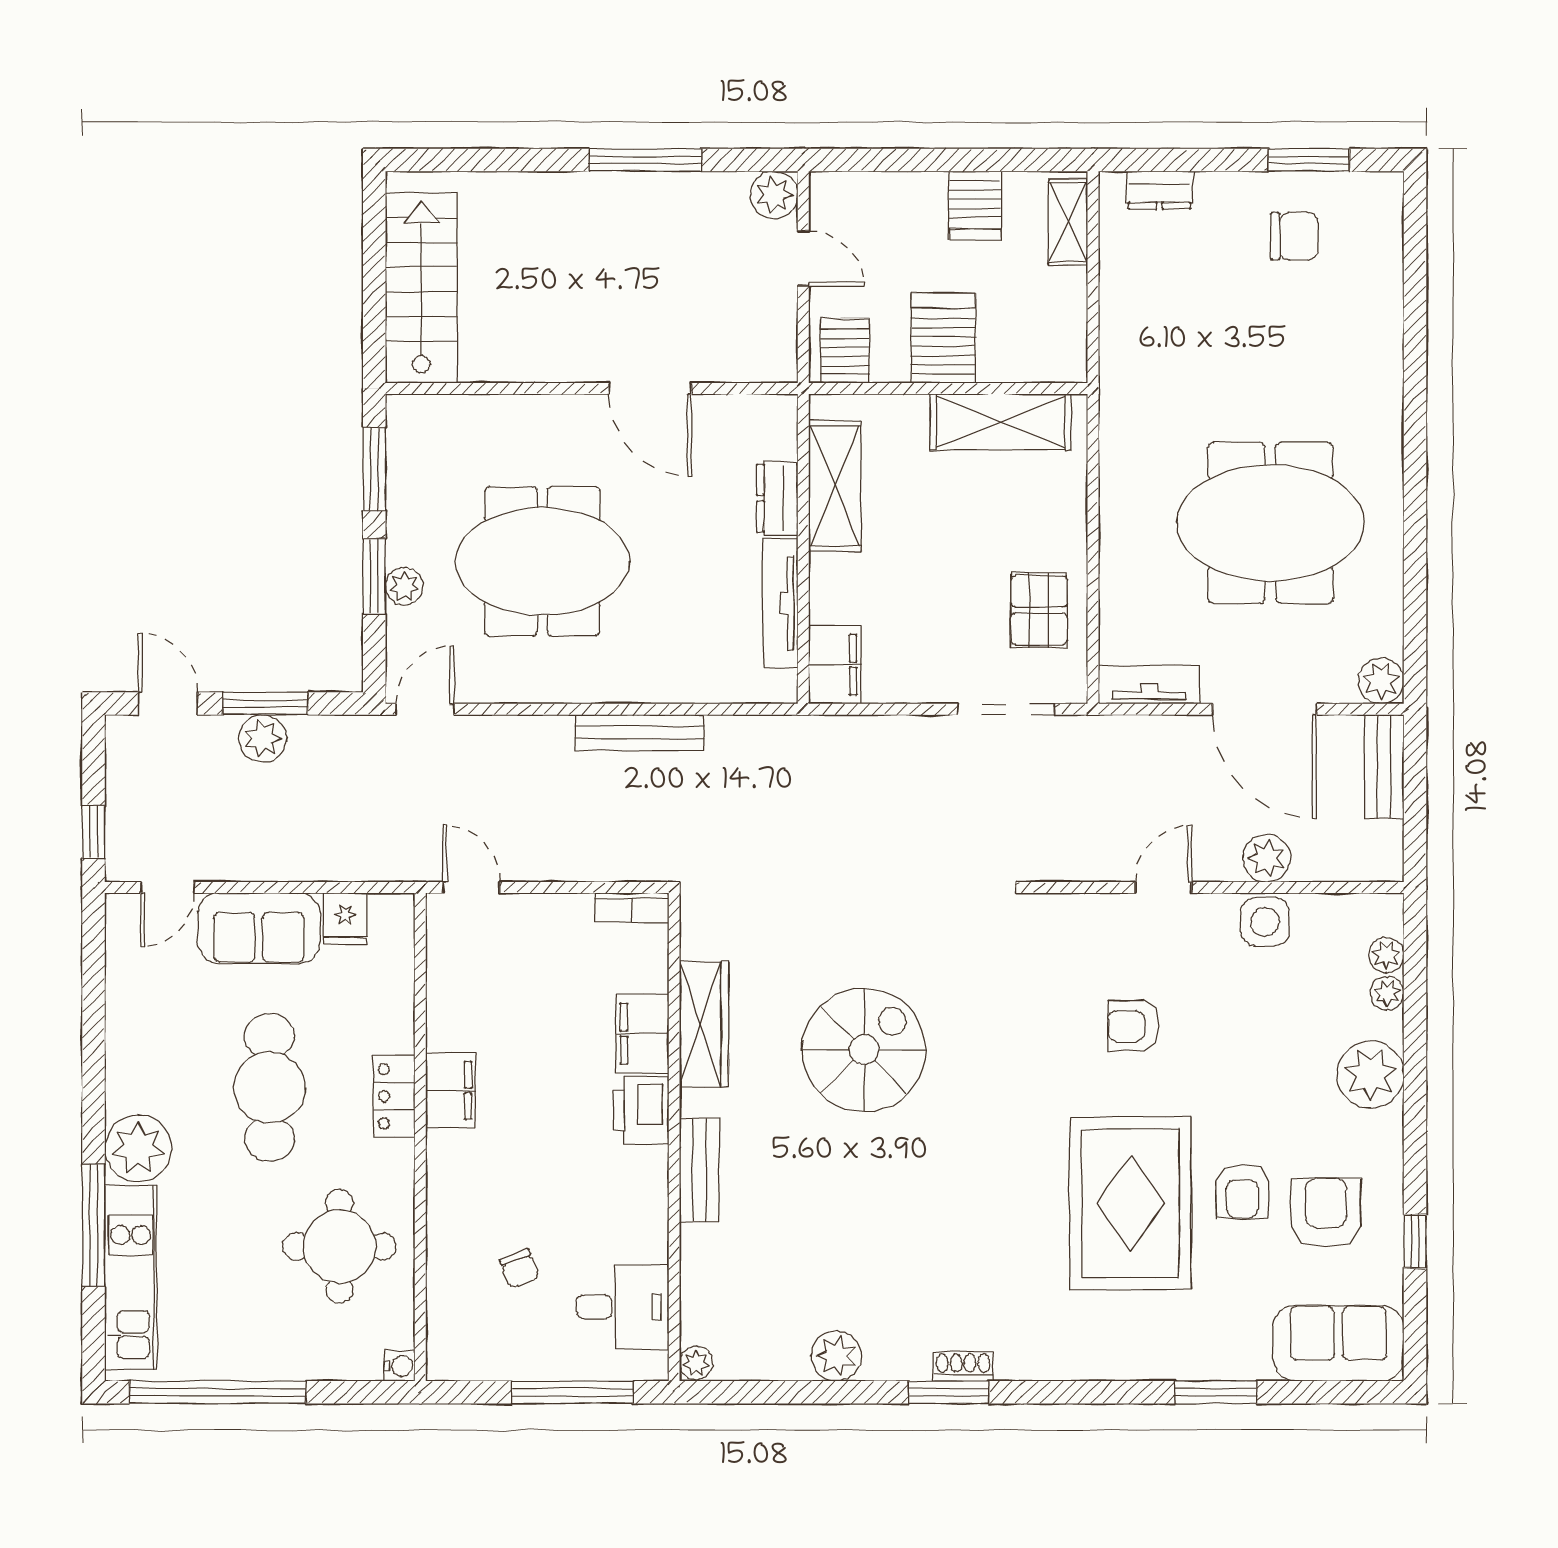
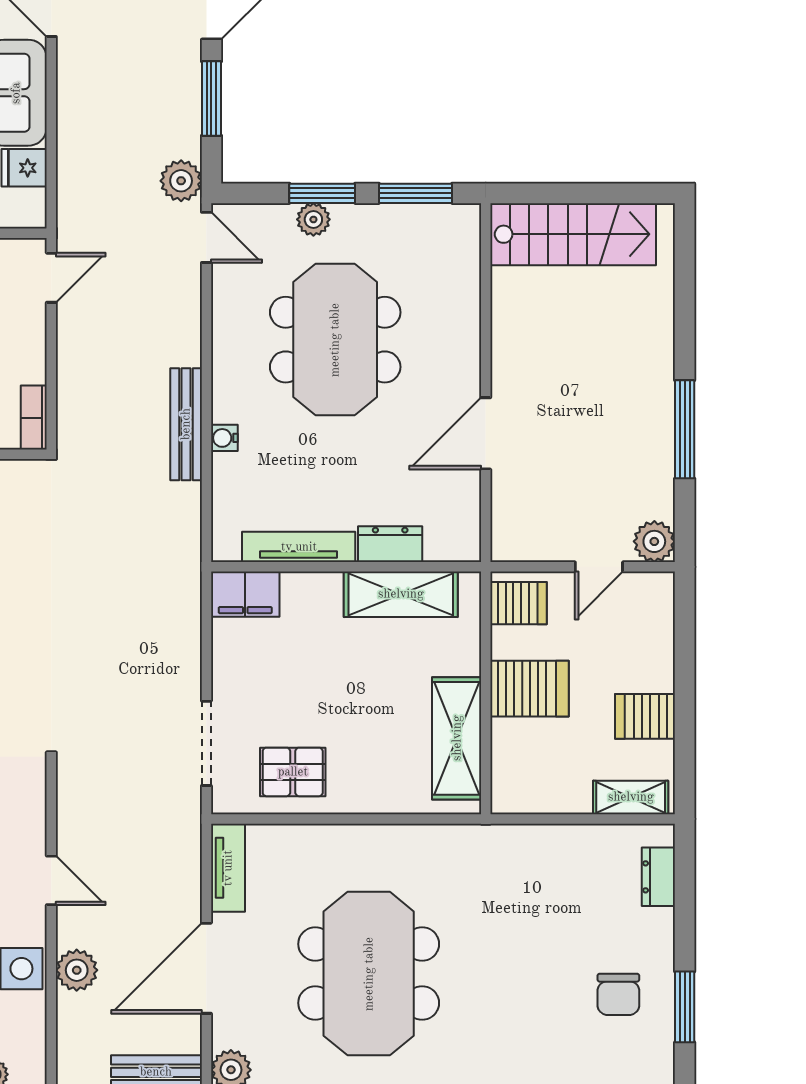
water cooler: (655, 689) -> (224, 438), added
plant: (262, 738) -> (181, 181), moved

